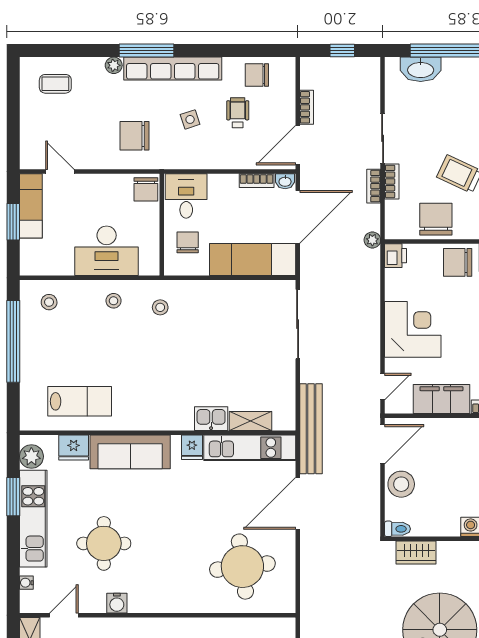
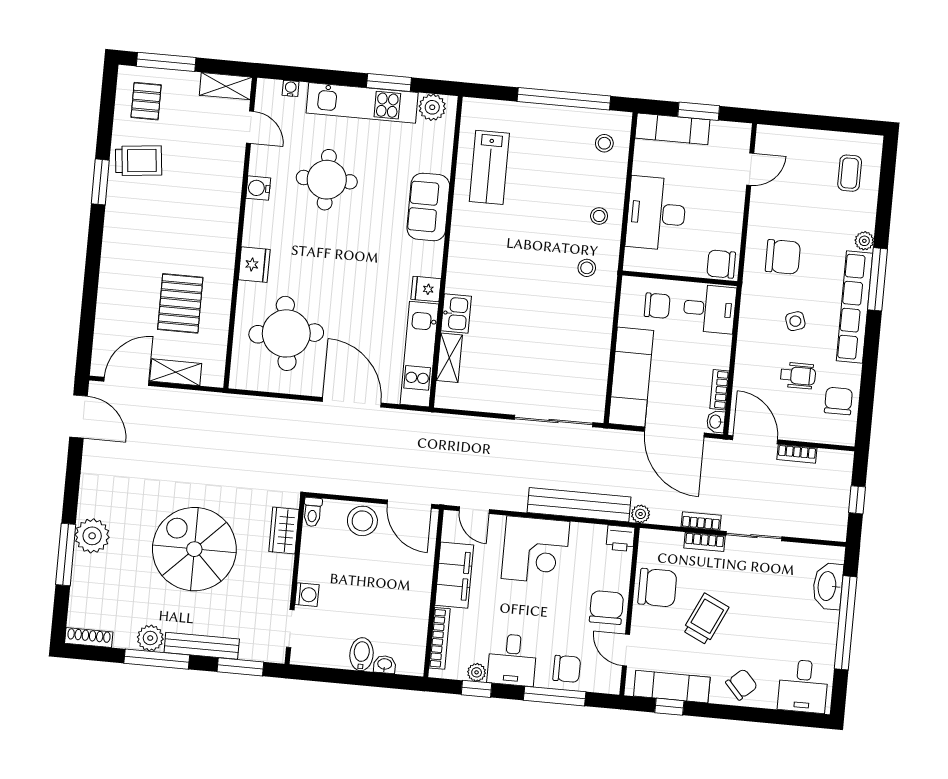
chair: (134, 136) -> (783, 257), turned 90
exam couch: (31, 206) -> (672, 129), moved
bench: (311, 429) -> (579, 505), moved
fridge: (74, 448) -> (254, 265), moved, turned 180
sofa: (130, 452) -> (428, 207), width x0.73

